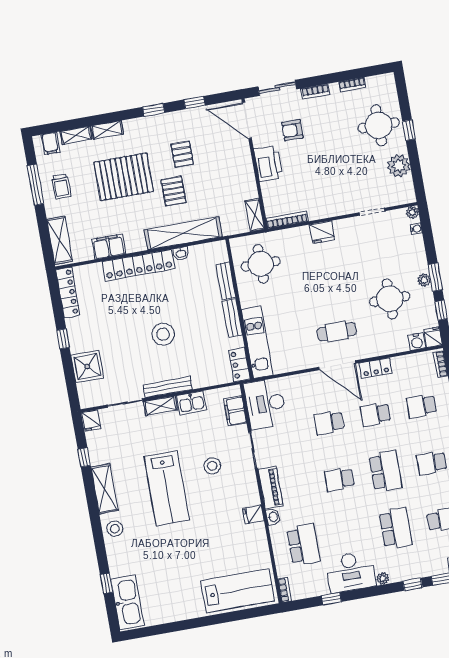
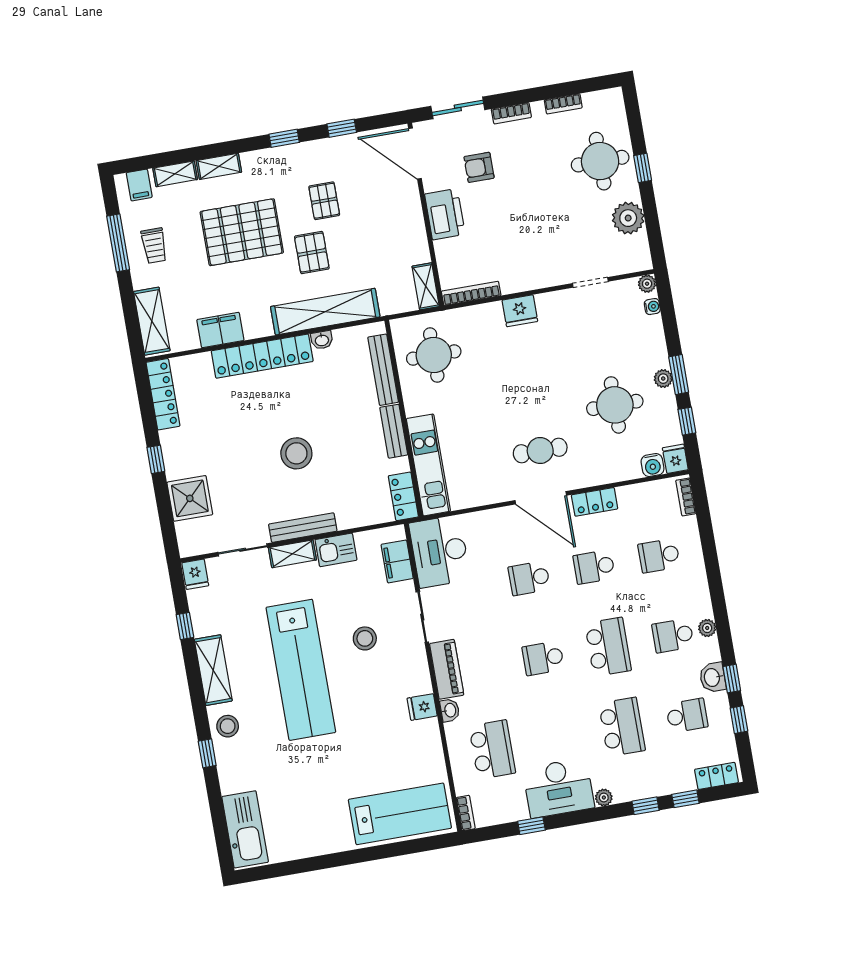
bench: (226, 281) -> (383, 370), width x1.36
lab bench: (167, 488) -> (301, 670), width x1.36
window: (107, 583) -> (207, 753), moved

